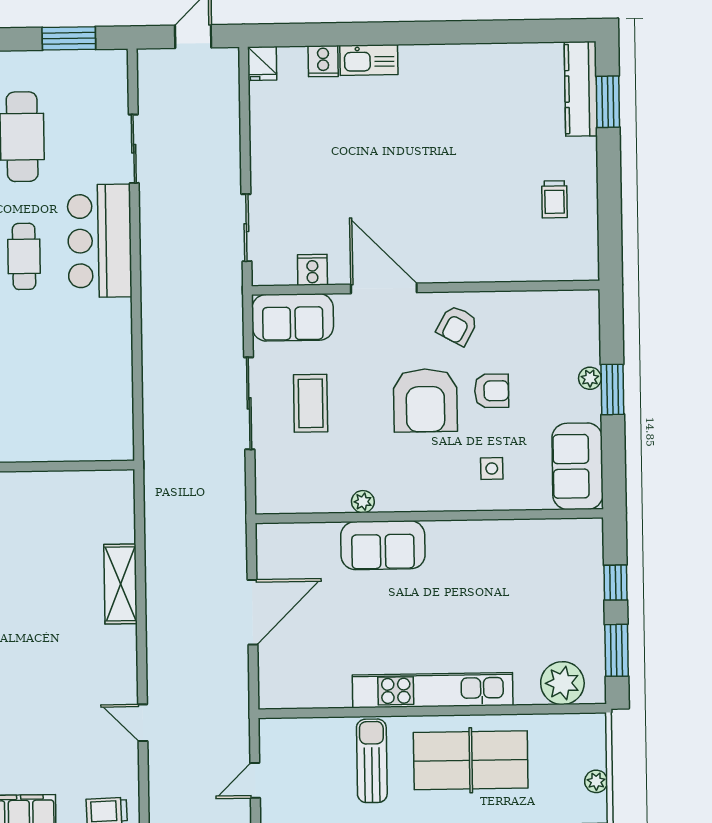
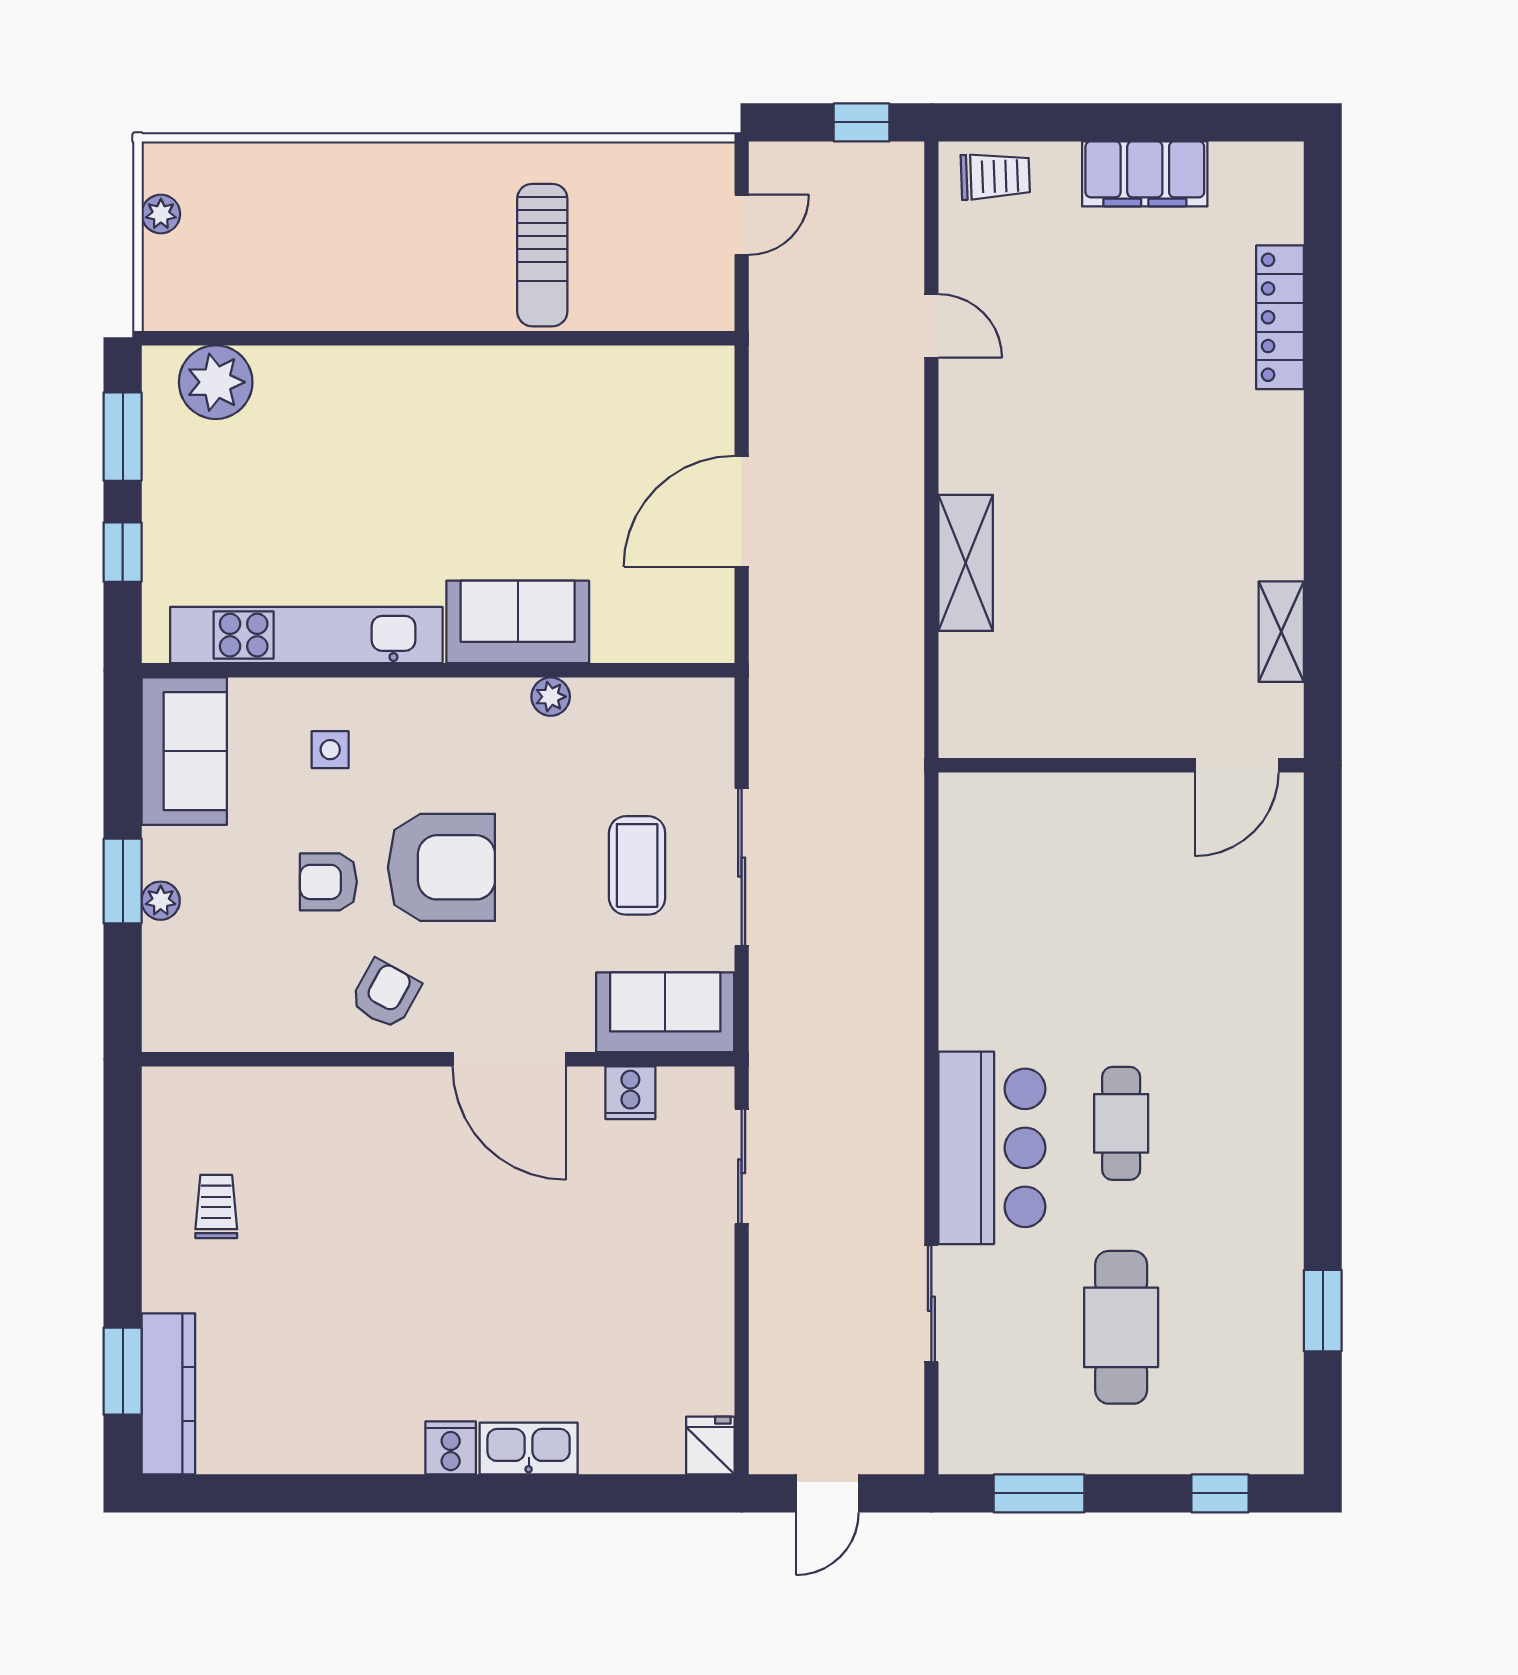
cooker: (323, 61) -> (451, 1448), moved
armchair: (425, 400) -> (441, 867), turned 90
kitchen unit: (433, 690) -> (306, 635), moved, turned 180
table tennis table: (471, 760) -> (374, 253), removed

